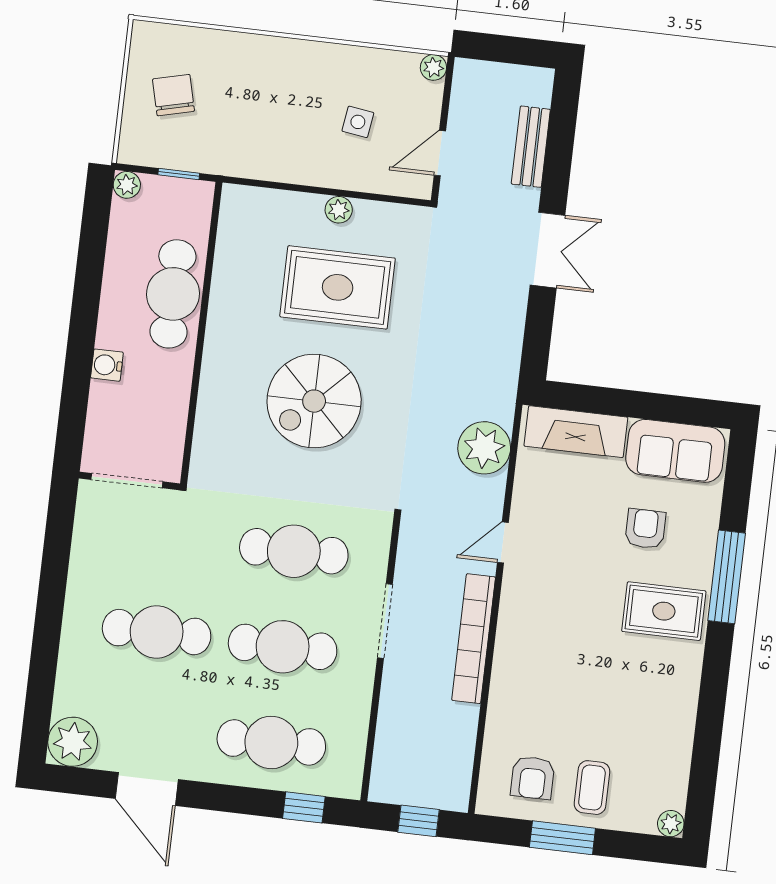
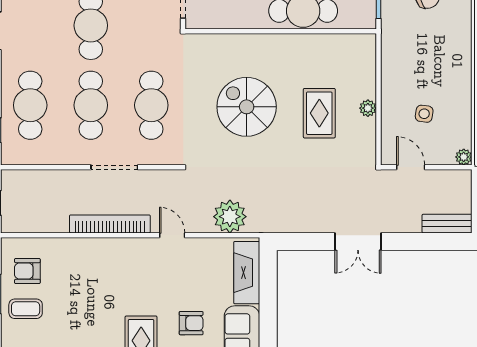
bench: (531, 147) -> (447, 224), moved
rug: (338, 287) -> (319, 113), width x0.73, depth x0.70

